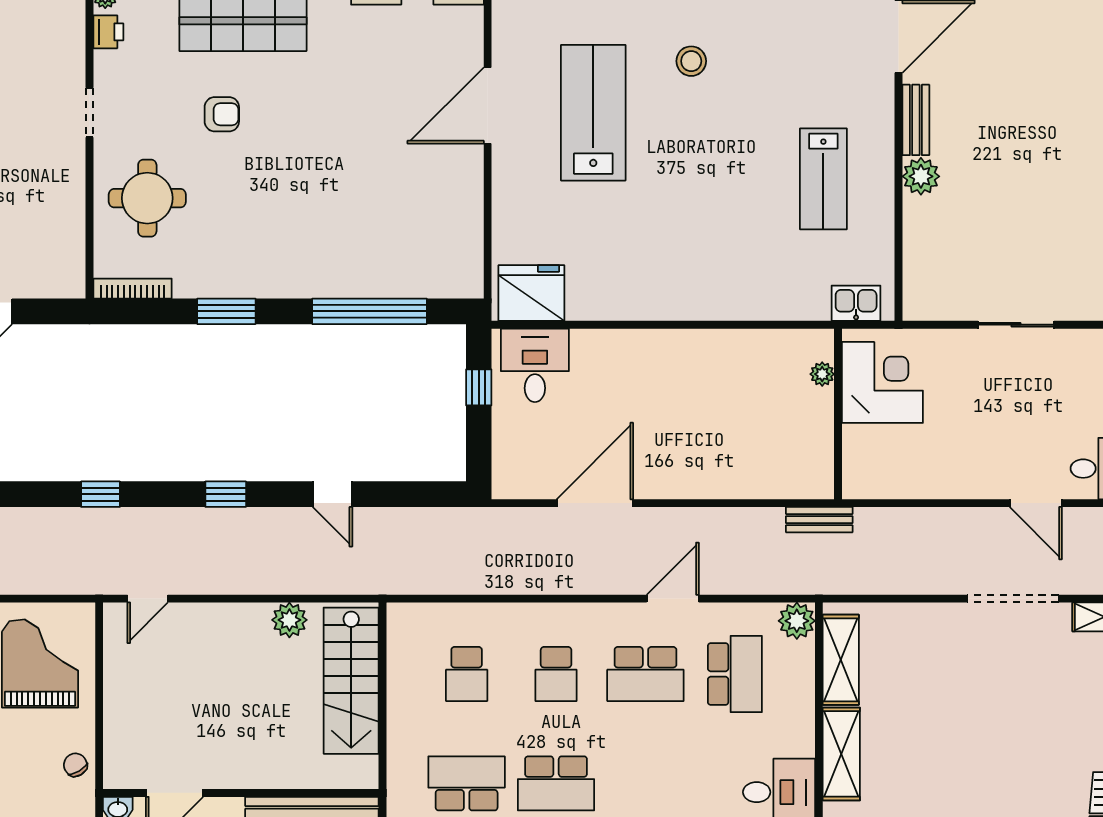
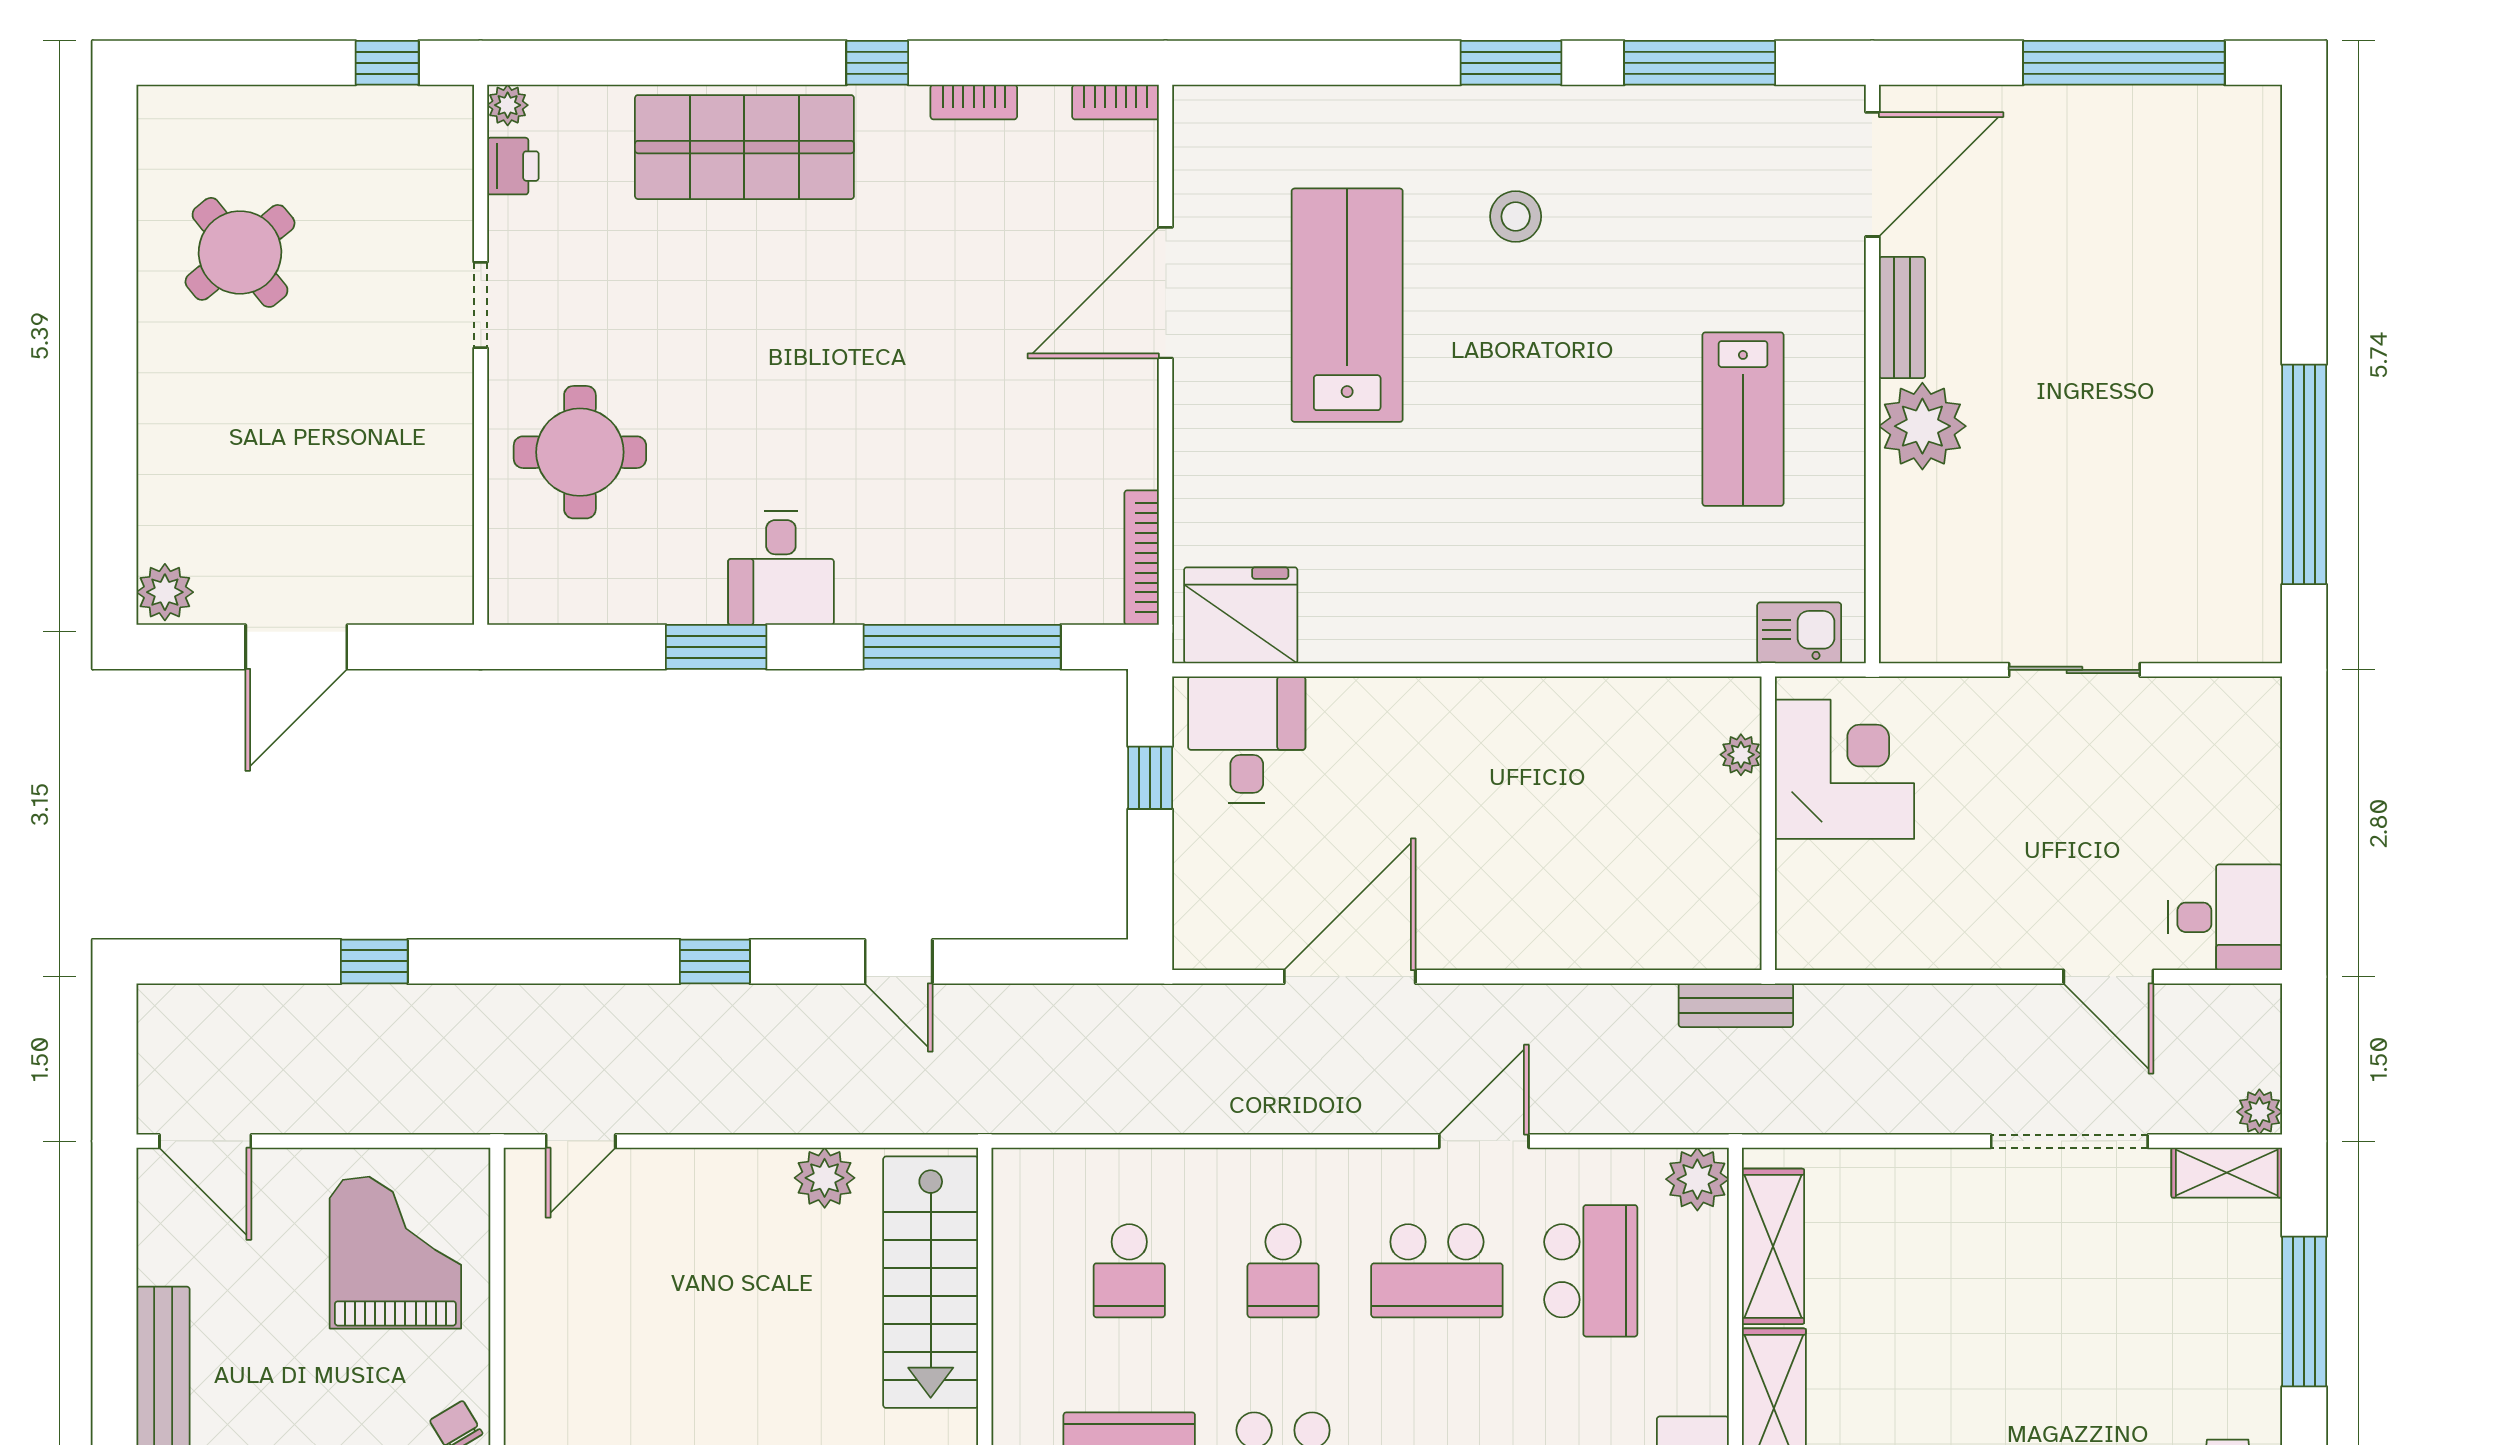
armchair: (222, 114) -> (708, 308), removed
plant: (921, 176) -> (1922, 426), width x1.36, depth x1.36
desk: (264, 265) -> (781, 568), added
bookcase: (133, 289) -> (1142, 558), moved, turned -90
window: (100, 494) -> (374, 961), moved

